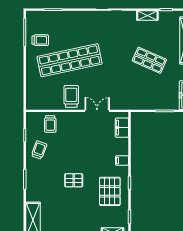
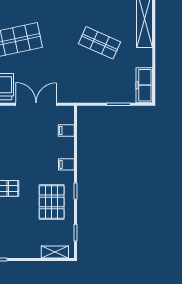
double door: (97, 111) -> (36, 104), width x1.37
filing cabinet: (122, 128) -> (66, 130), width x0.50

